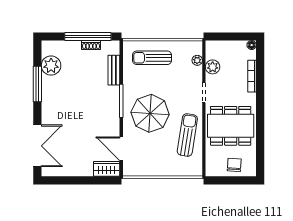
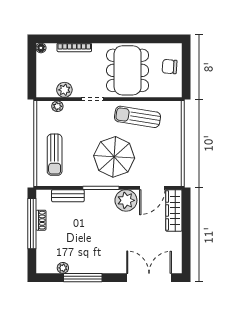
plant: (51, 66) -> (63, 268), width x0.53, depth x0.53
plant: (109, 124) -> (126, 200), added
wardrobe: (107, 169) -> (174, 210), width x1.50

